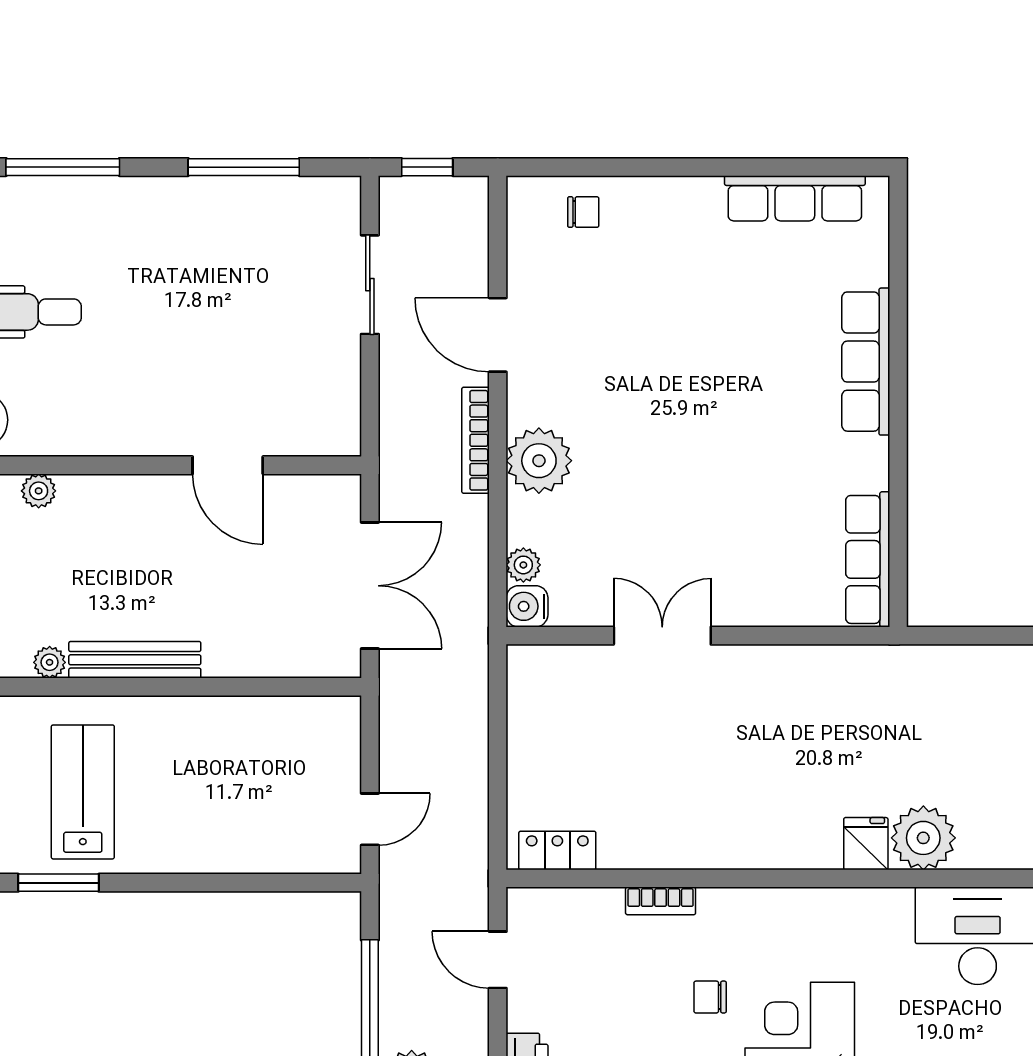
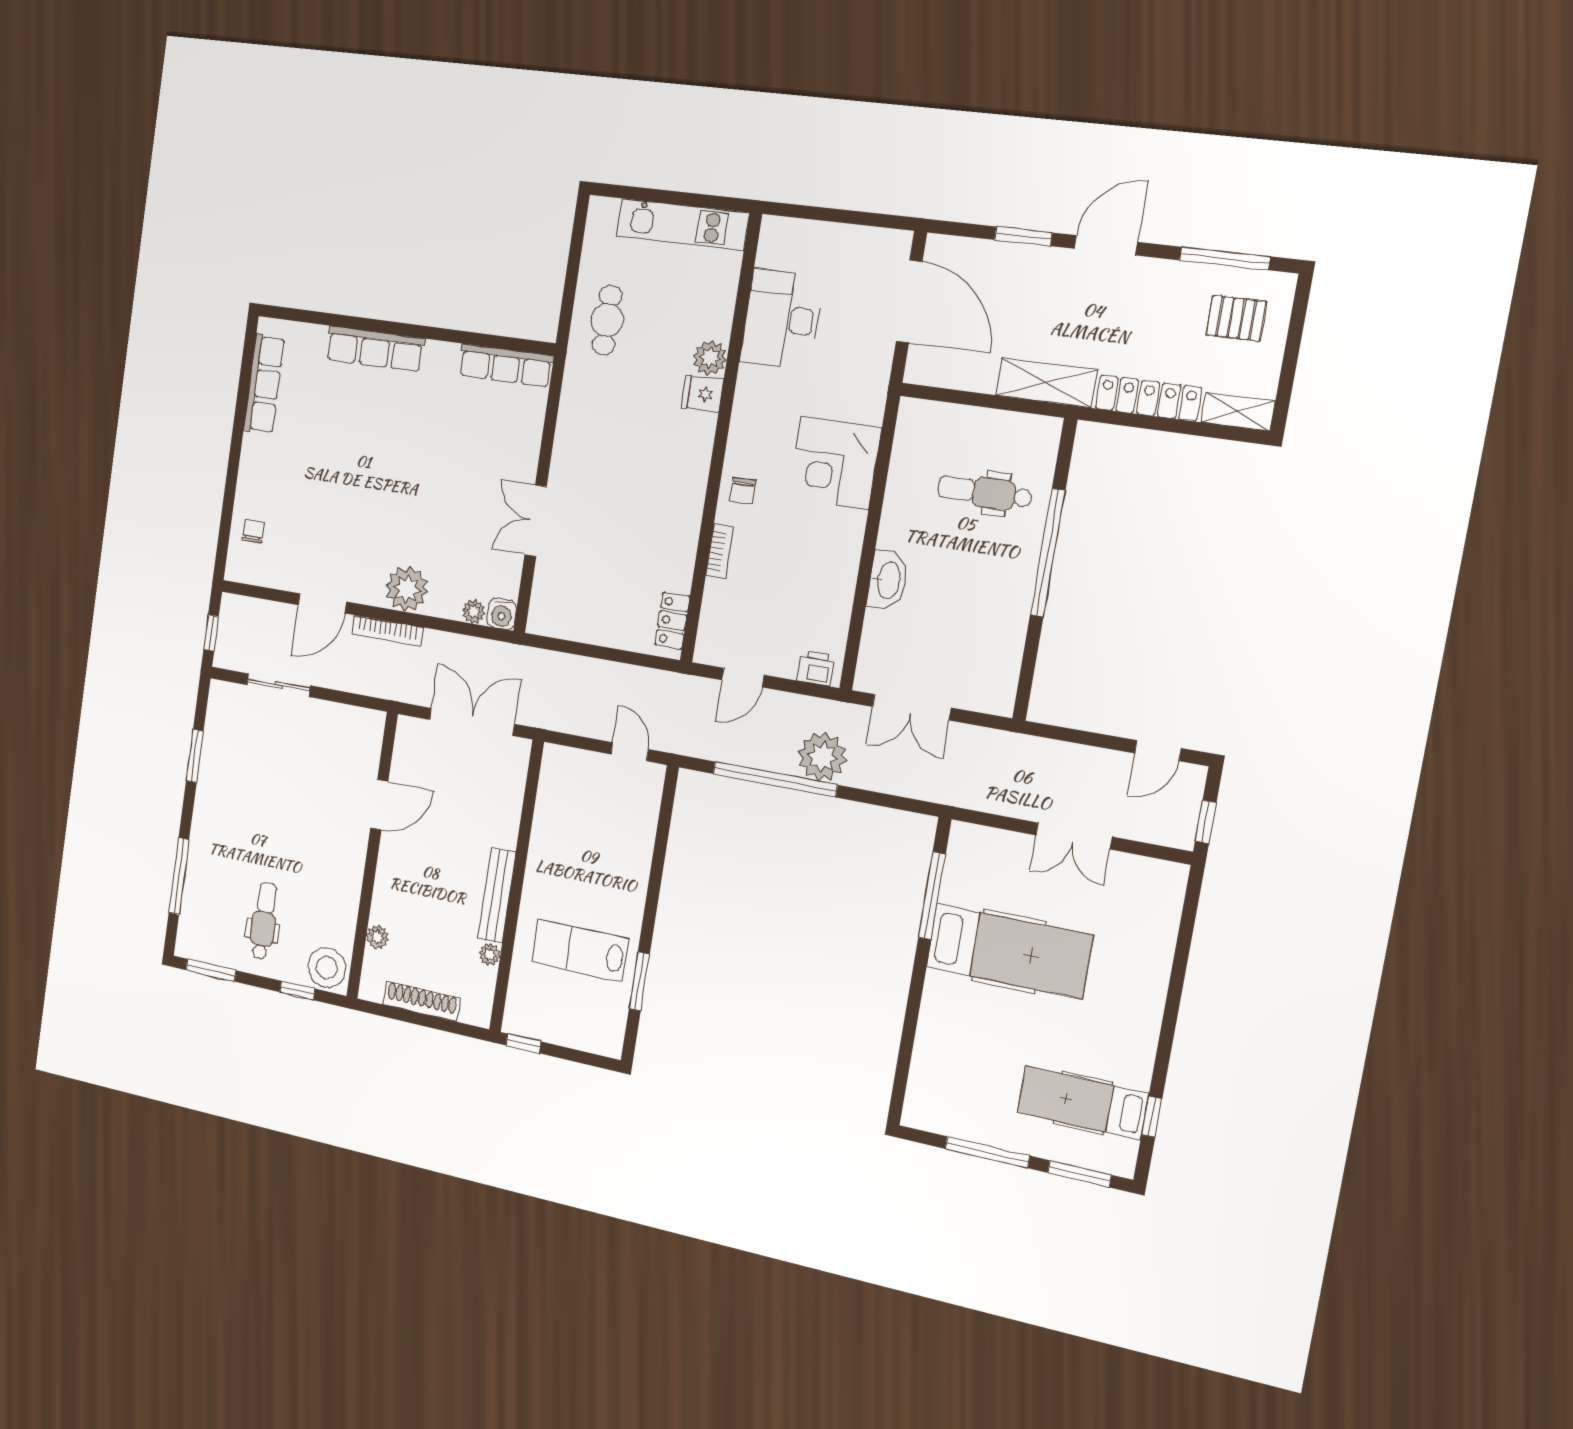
window: (244, 167) -> (195, 756), width x0.69
cafe table: (947, 695) -> (607, 320), added
plant: (923, 838) -> (710, 358), width x0.73, depth x0.73
chair: (710, 997) -> (743, 491), moved

